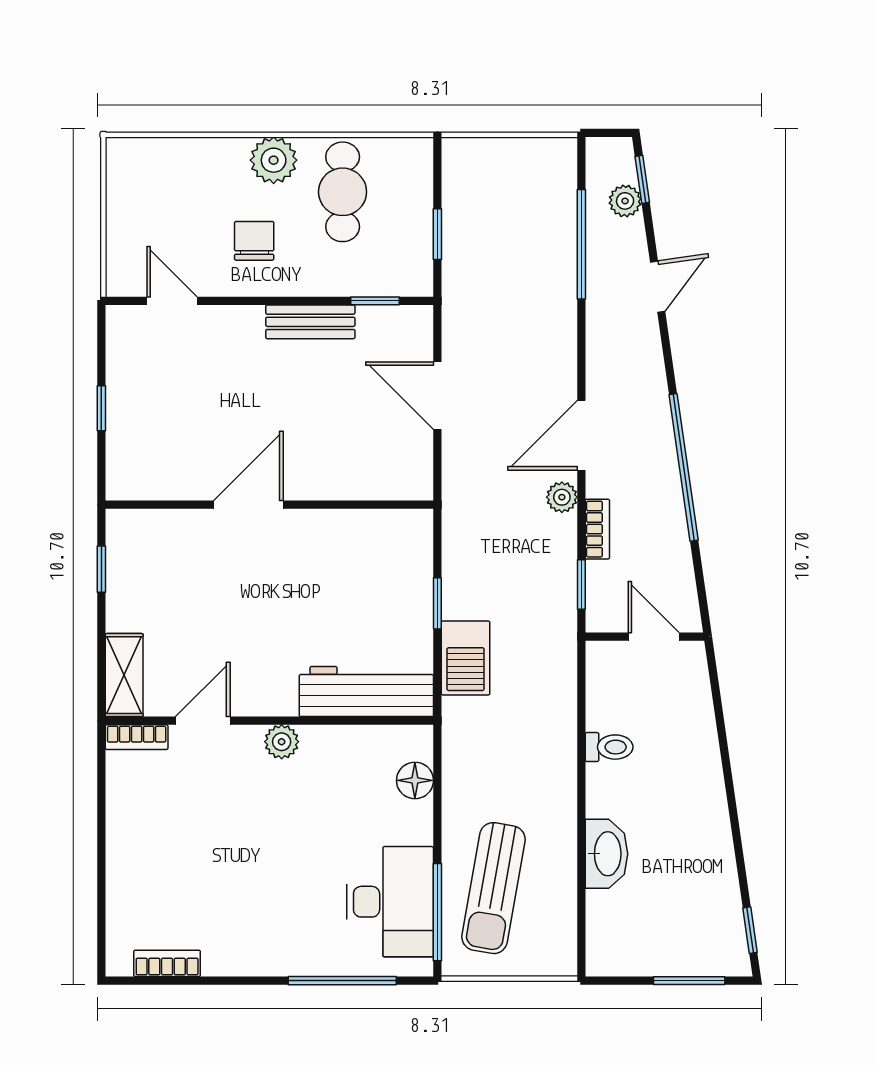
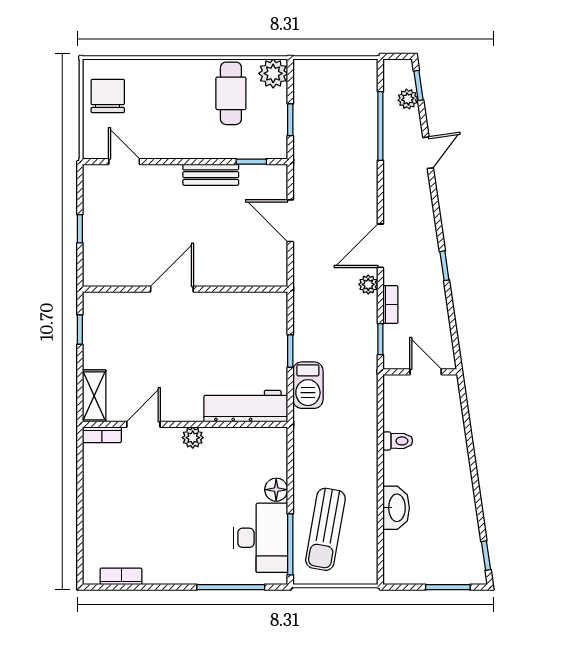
plant: (274, 160) -> (273, 73), moved
chair: (254, 241) -> (108, 96), moved, width x1.37, depth x1.37
window: (684, 467) -> (444, 266), width x0.32
floor lamp: (415, 780) -> (276, 490), moved

